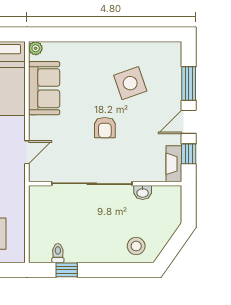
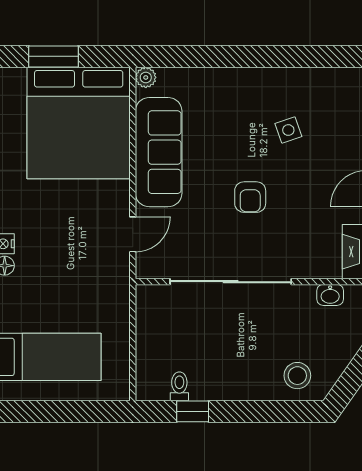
side table: (130, 83) -> (288, 130), width x0.54, depth x0.54
sofa: (44, 88) -> (159, 152), width x1.36
washbasin: (143, 193) -> (330, 295), moved

